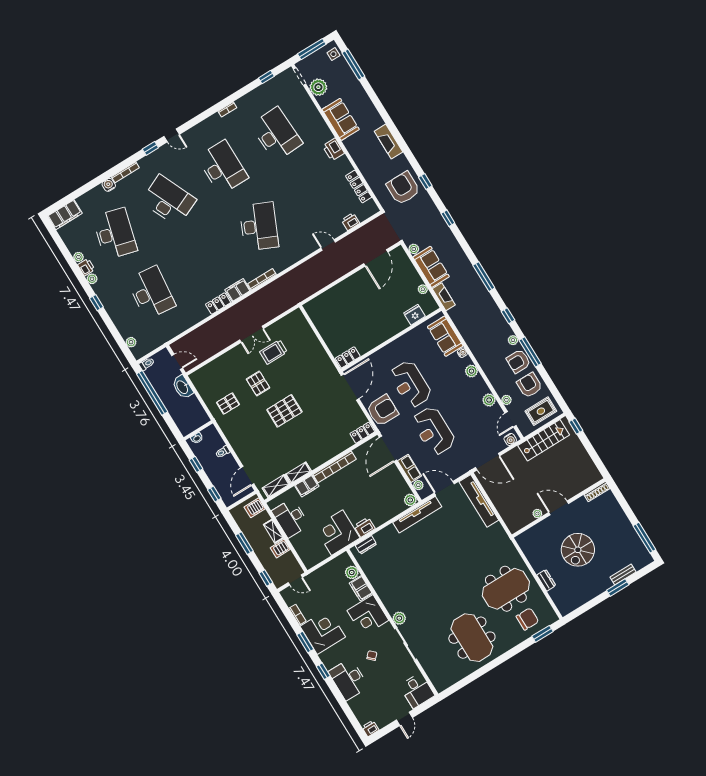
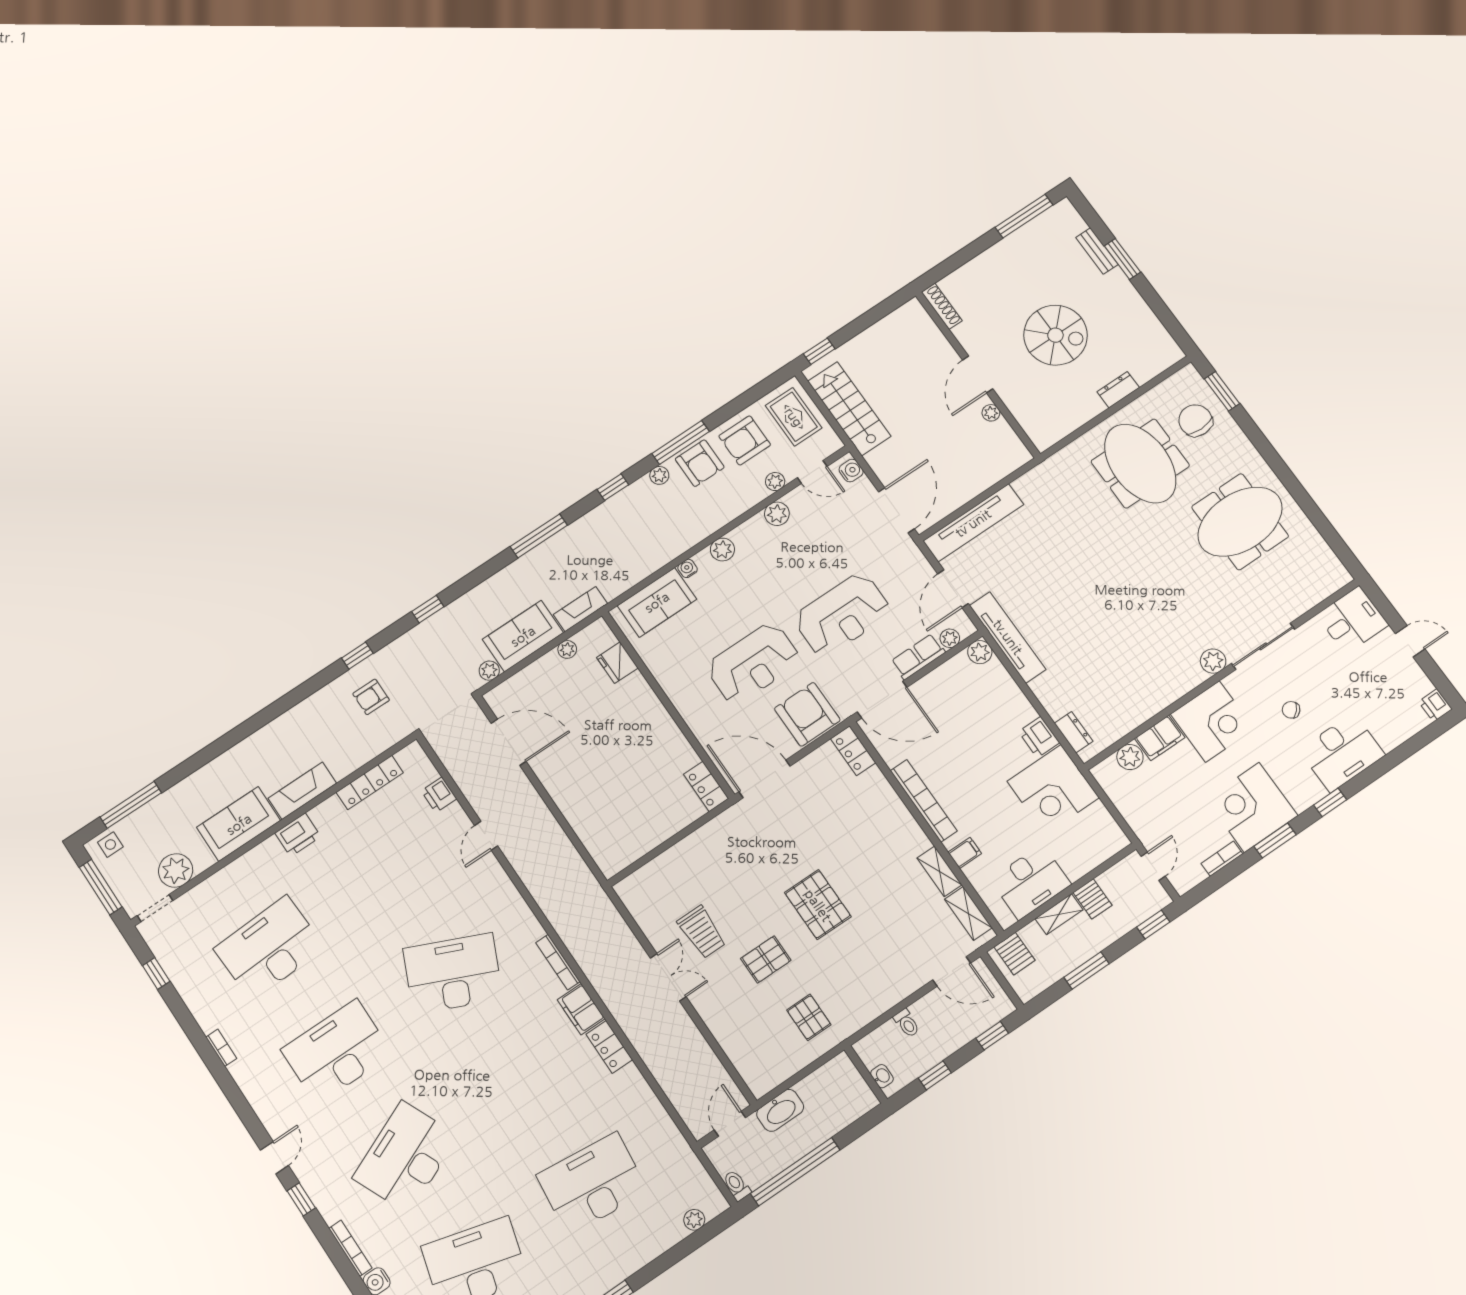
fireplace: (389, 142) -> (302, 791), moved, turned 180
armchair: (403, 188) -> (371, 697), width x0.53, depth x0.53
filing cabinet: (307, 486) -> (965, 853), width x0.50

